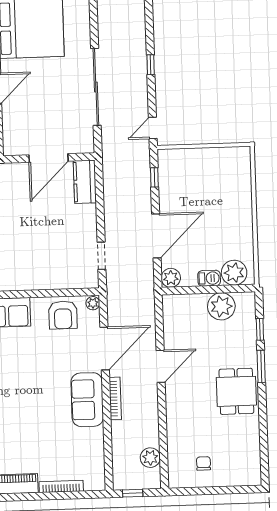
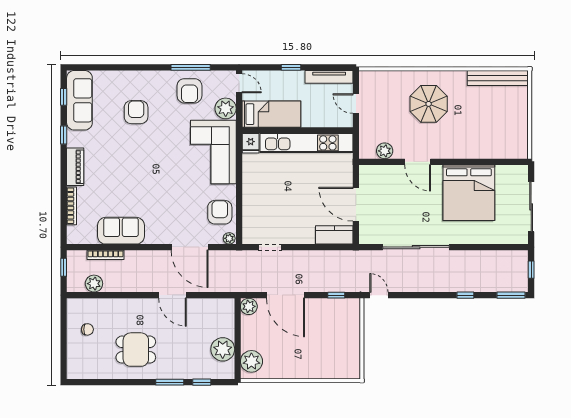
window: (151, 65) -> (465, 295), moved
barbecue: (209, 278) -> (247, 340), removed
armchair: (63, 315) -> (220, 212), turned 90
dining table: (236, 391) -> (136, 350), moved
bookcase: (115, 398) -> (106, 255), moved
sofa: (87, 400) -> (121, 231), moved

